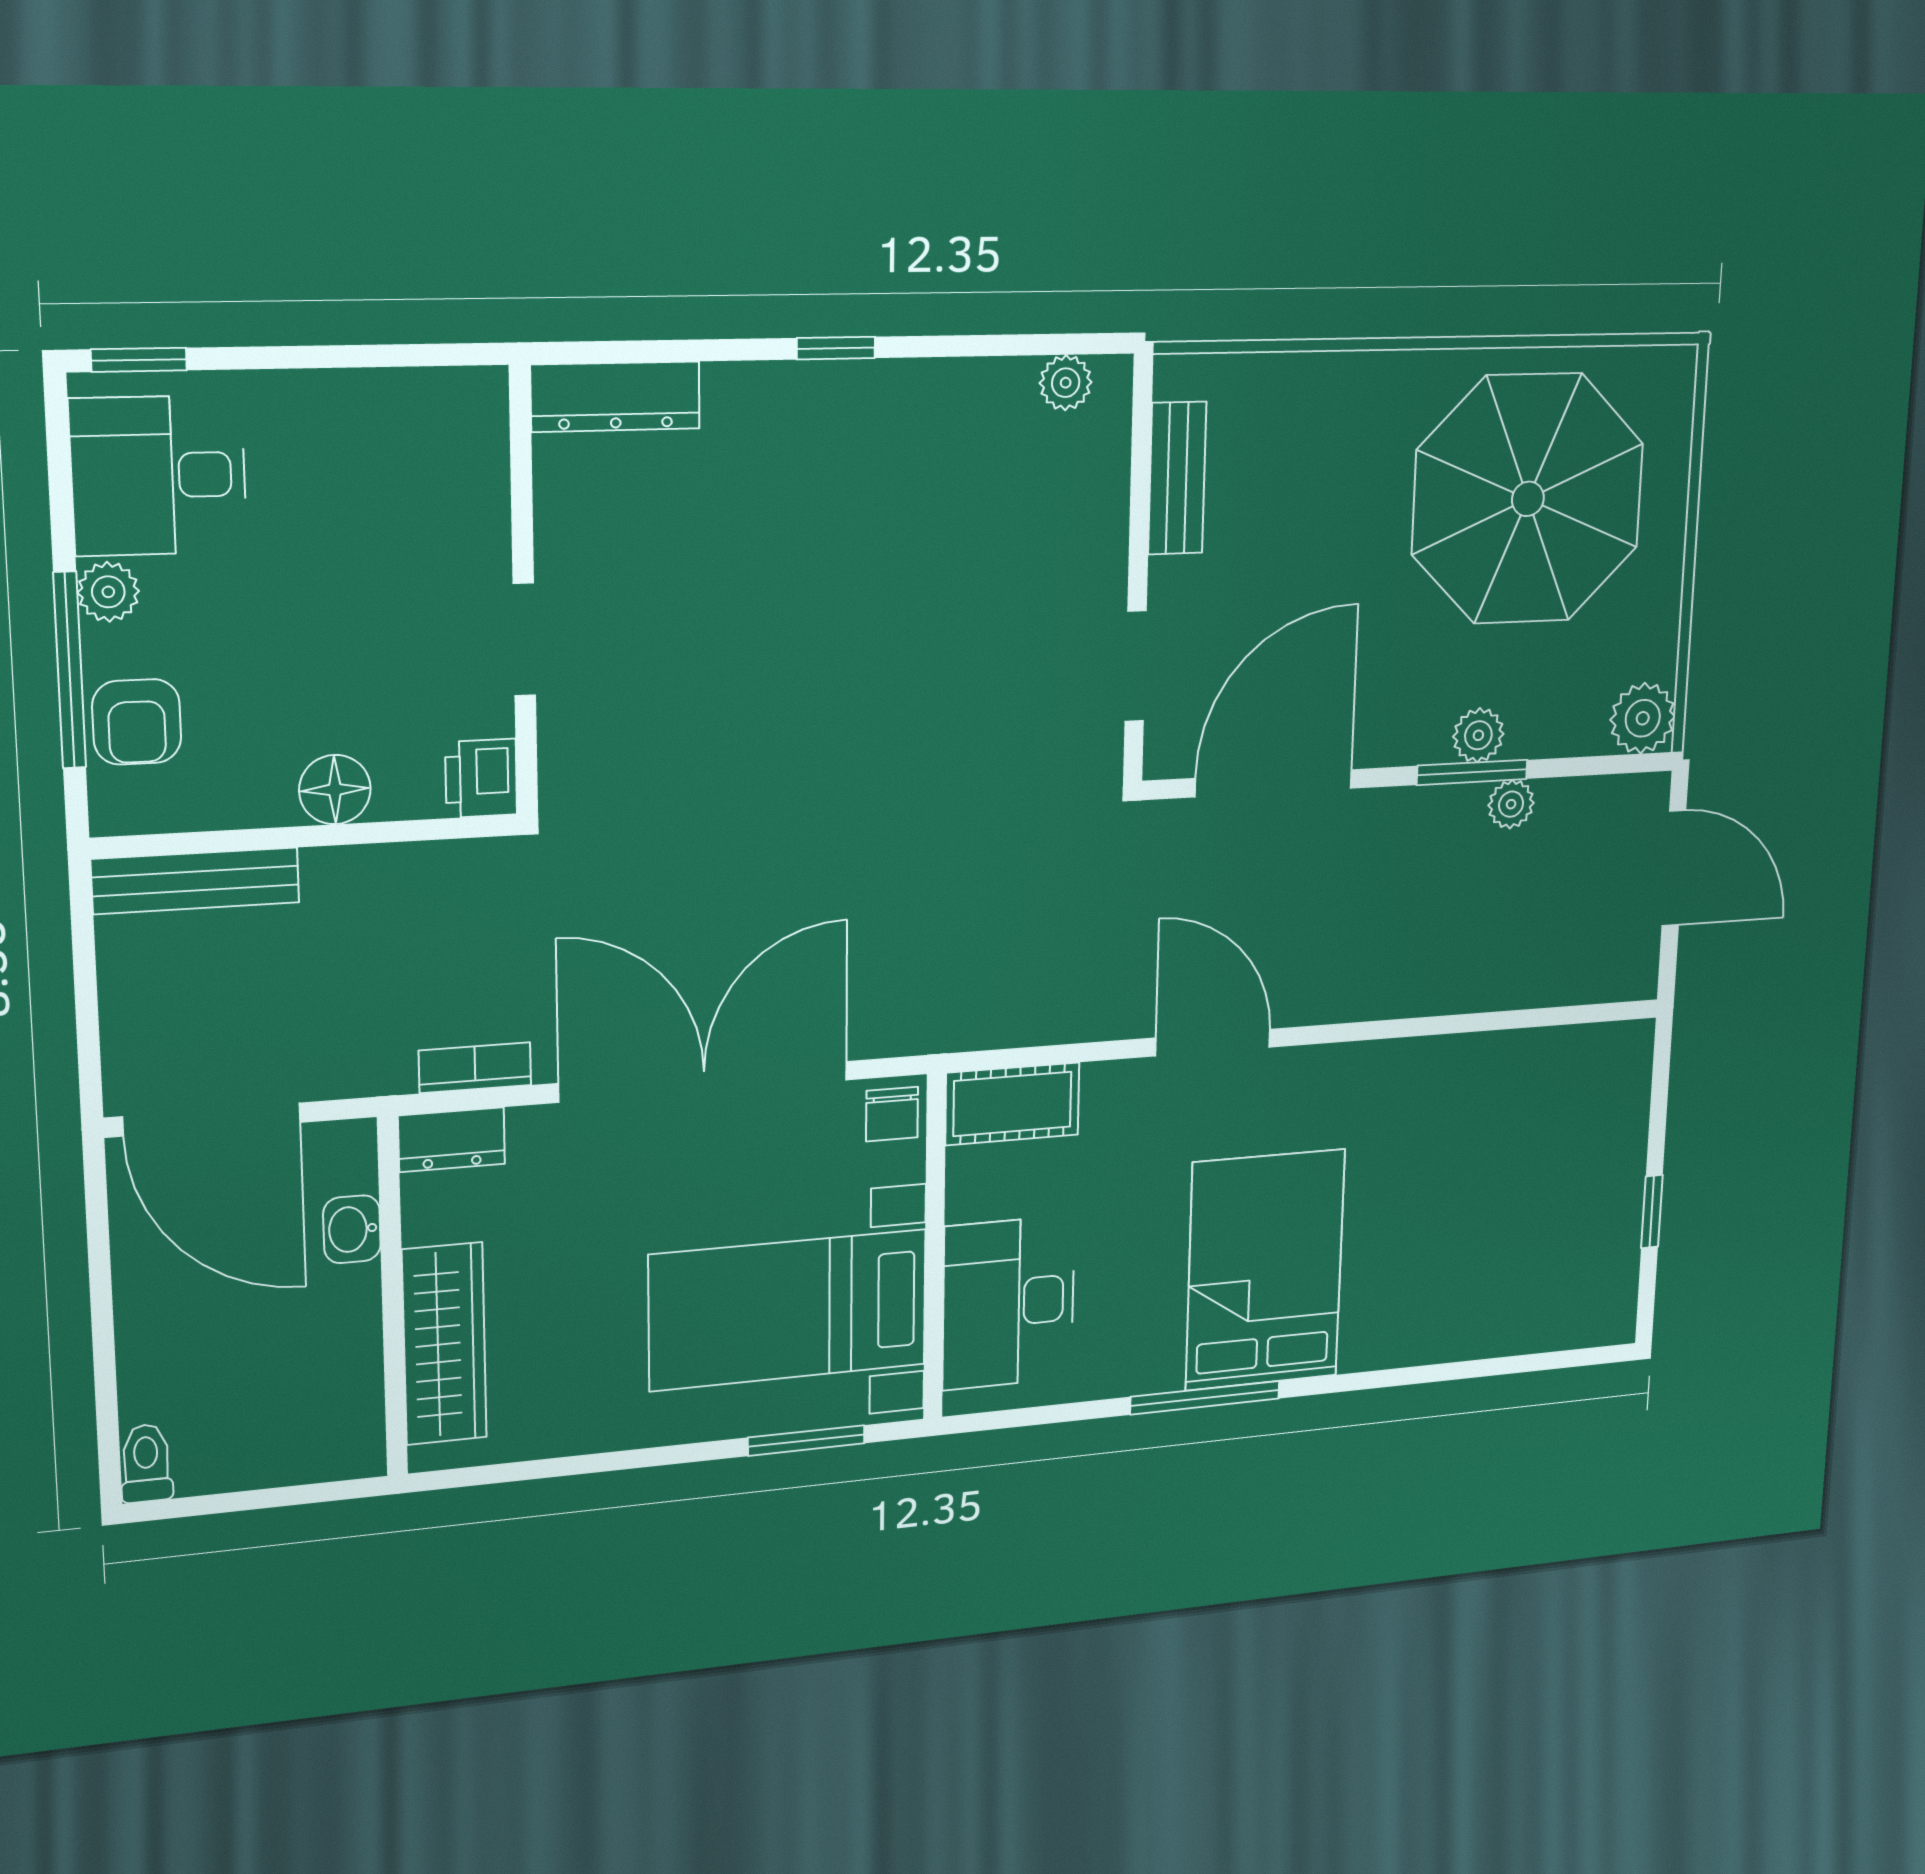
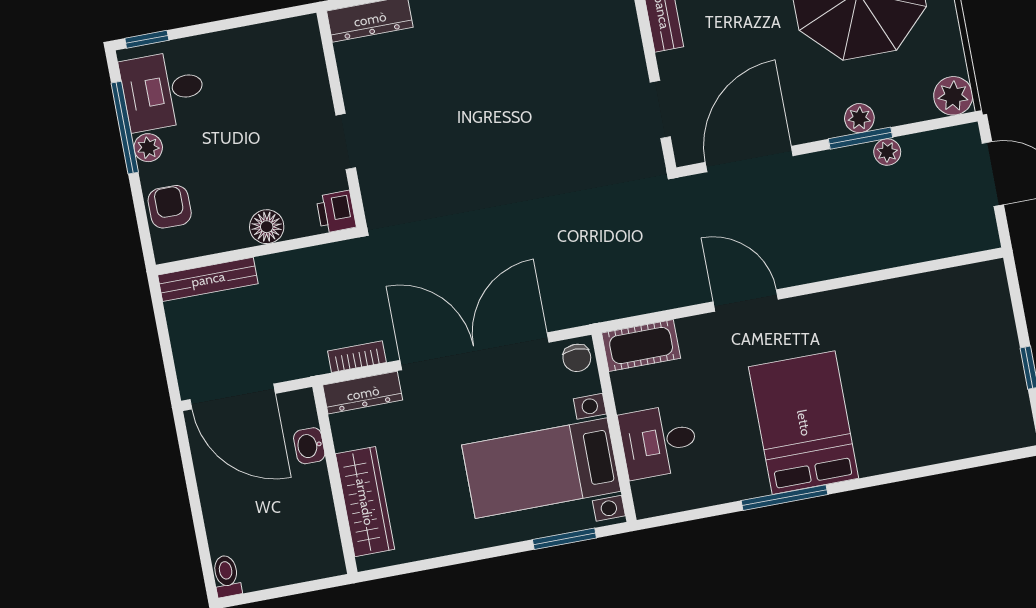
window: (70, 670) -> (125, 128), moved
armchair: (137, 722) -> (170, 207), turned 180
dresser: (452, 1140) -> (363, 393), width x1.44
desk: (1009, 1303) -> (659, 441), width x0.73

